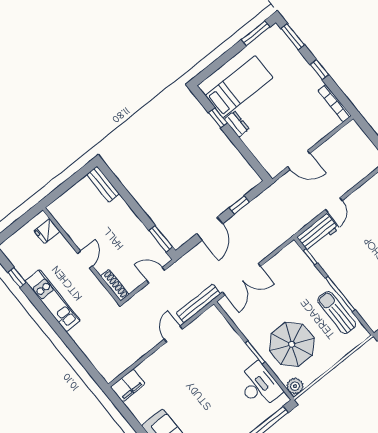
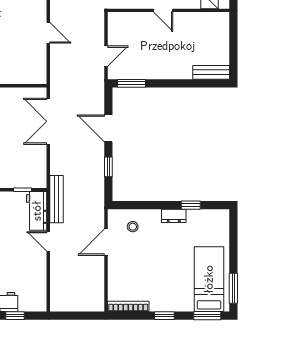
bed: (239, 87) -> (209, 279), moved, turned 180
stool: (270, 149) -> (133, 227), added
shoe rack: (115, 285) -> (124, 18), removed
bench: (198, 303) -> (57, 199), moved

